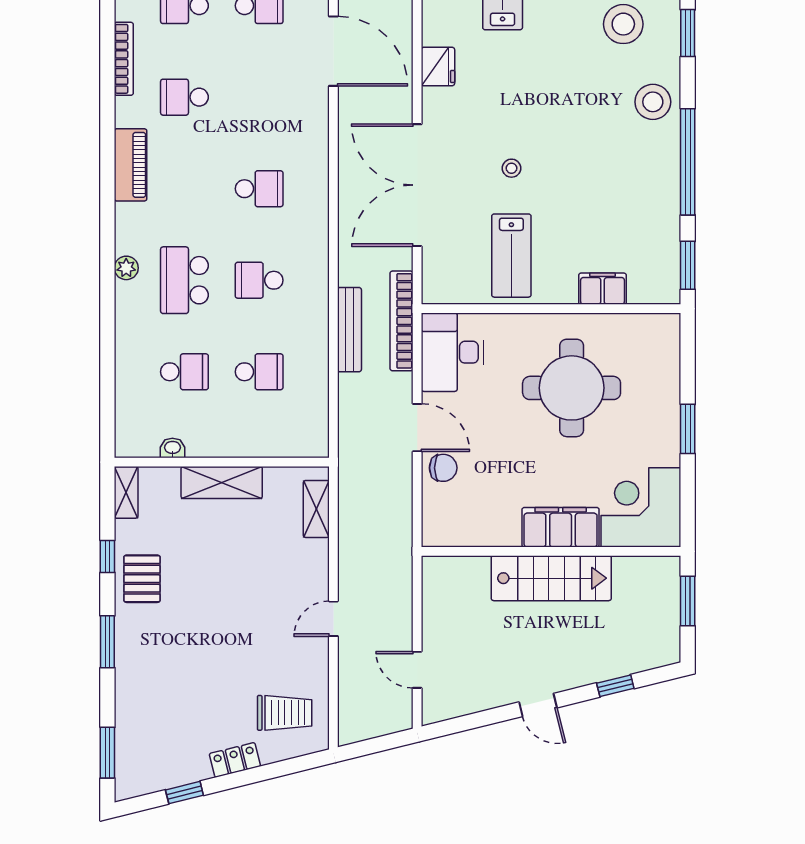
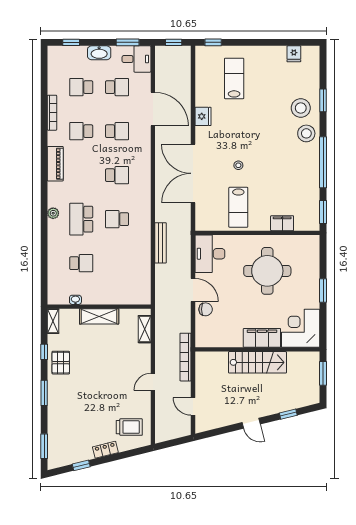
stool: (623, 24) -> (301, 108), moved
bookcase: (402, 321) -> (186, 357), moved
school desk: (259, 372) -> (117, 131), moved

